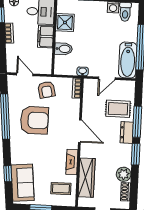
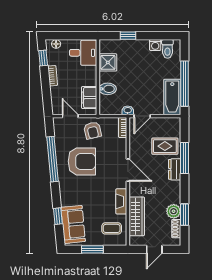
filing cabinet: (45, 37) -> (89, 98), moved
door: (107, 78) -> (142, 116), moved
window: (136, 154) -> (184, 215), moved

